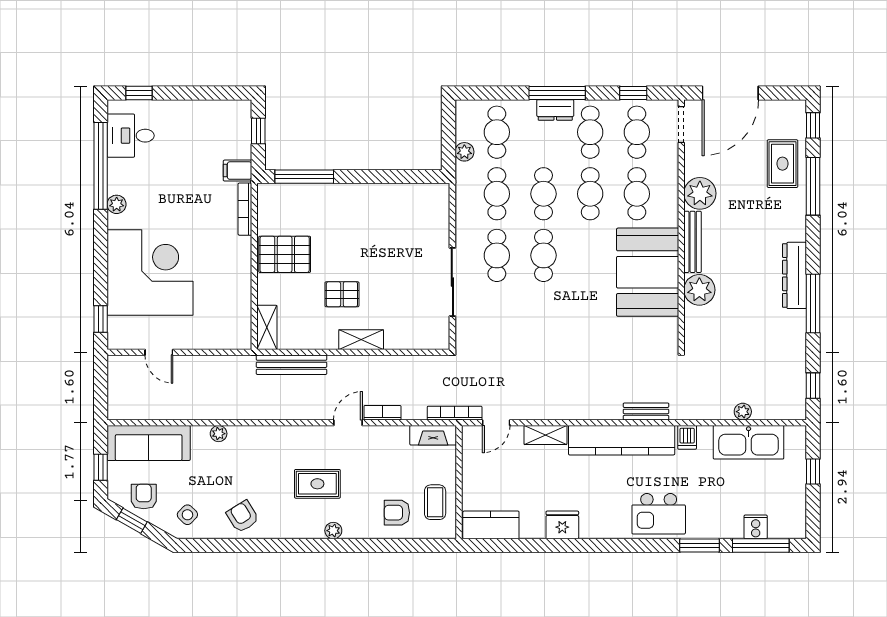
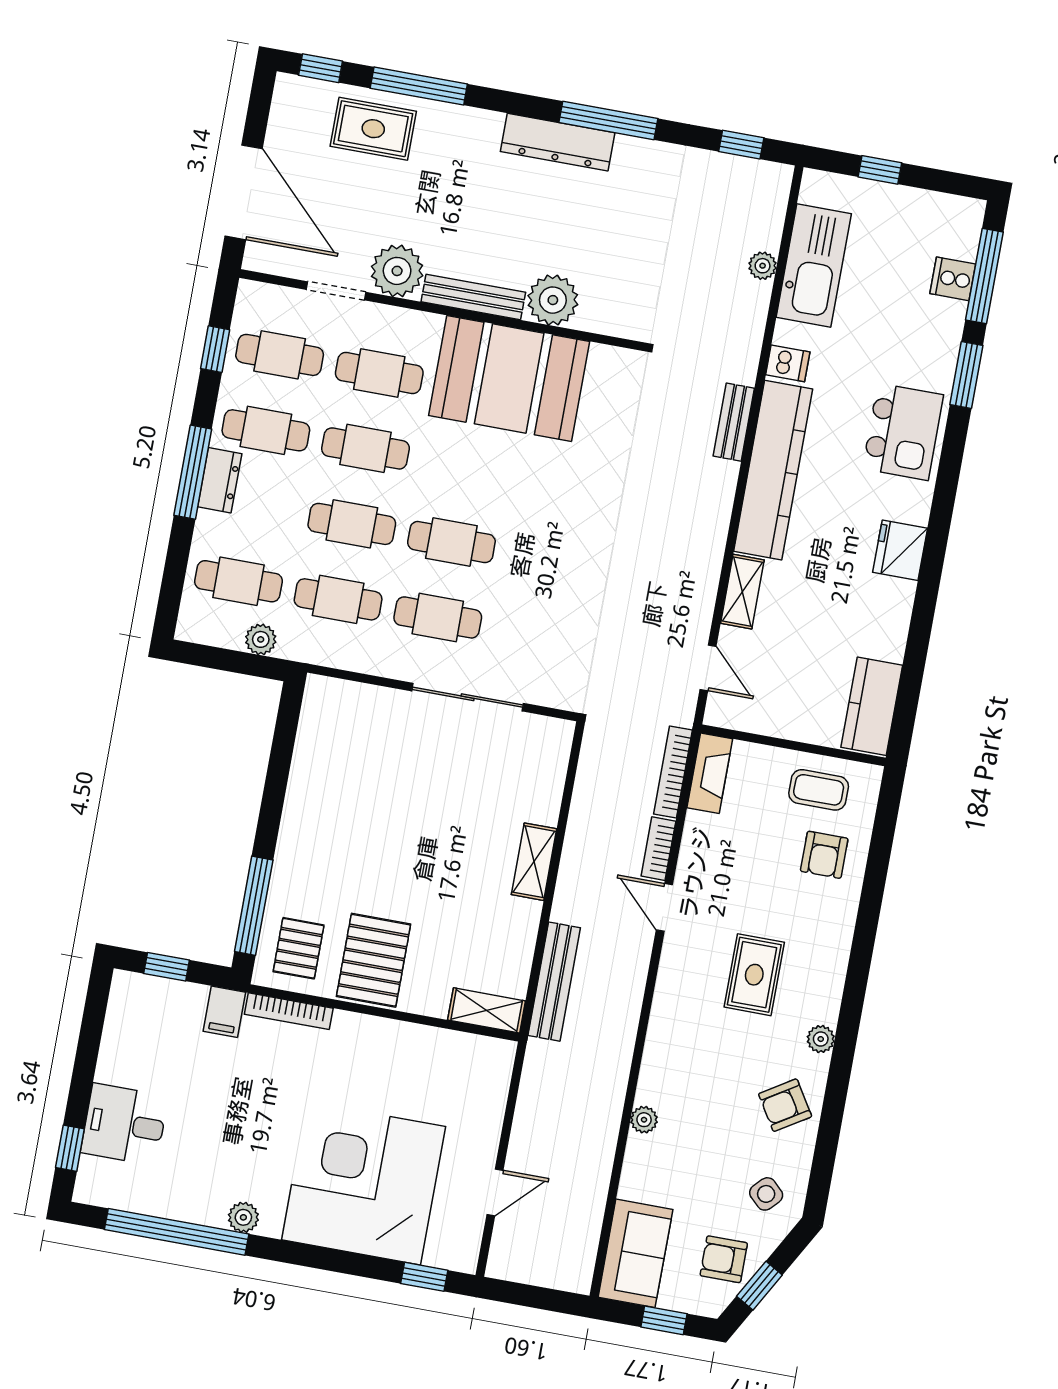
doorway: (681, 125) -> (336, 291), moved
desk: (131, 136) -> (124, 1124), moved, turned 90
pallet: (342, 294) -> (299, 948), moved
bookcase: (455, 413) -> (673, 772), moved
sofa: (149, 443) -> (635, 1253), width x0.73
fridge: (562, 525) -> (900, 550), moved
plant: (333, 531) -> (821, 1039), moved

